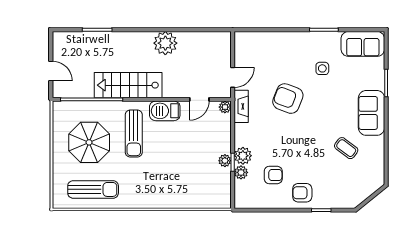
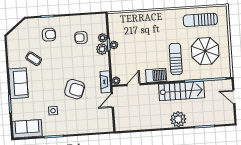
plant: (165, 43) -> (178, 119), moved
armchair: (302, 193) -> (49, 35), moved

